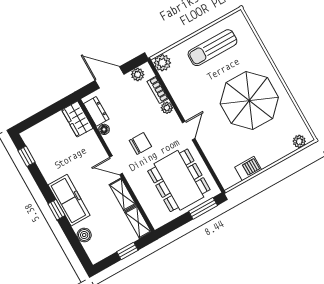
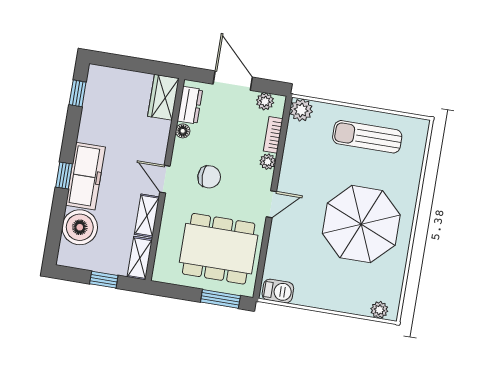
barbecue: (248, 168) -> (278, 291), moved
dining table: (179, 180) -> (219, 249), turned 90
boiler: (84, 235) -> (80, 227), width x1.86, depth x1.86

